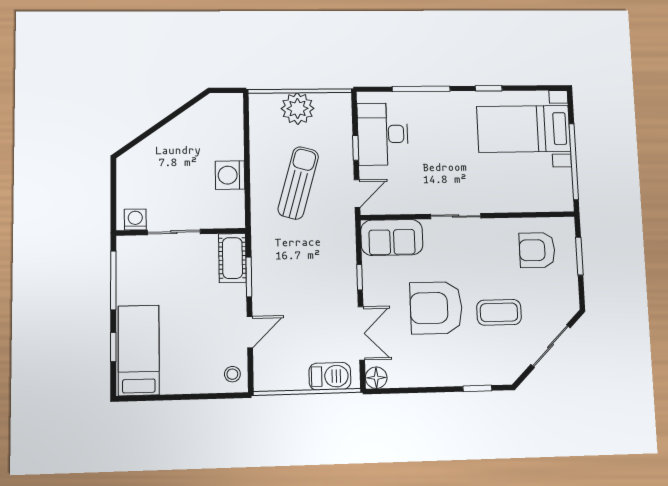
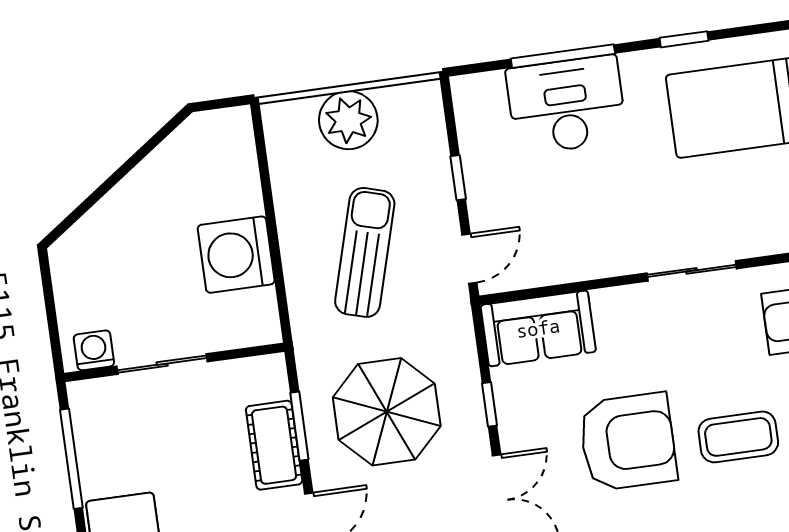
desk: (383, 134) -> (566, 105), moved, turned 90
washing machine: (230, 175) -> (236, 255), width x1.37, depth x1.37
sliding door: (456, 216) -> (692, 271), moved
cot: (232, 258) -> (274, 445), moved
parasol: (300, 275) -> (387, 412), added
armchair: (436, 308) -> (628, 442), turned 180

